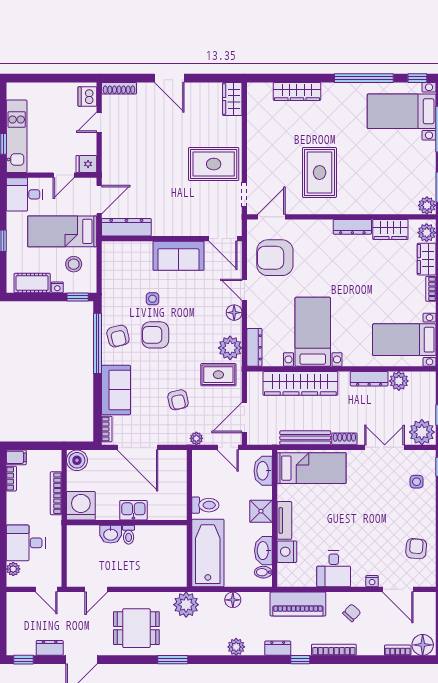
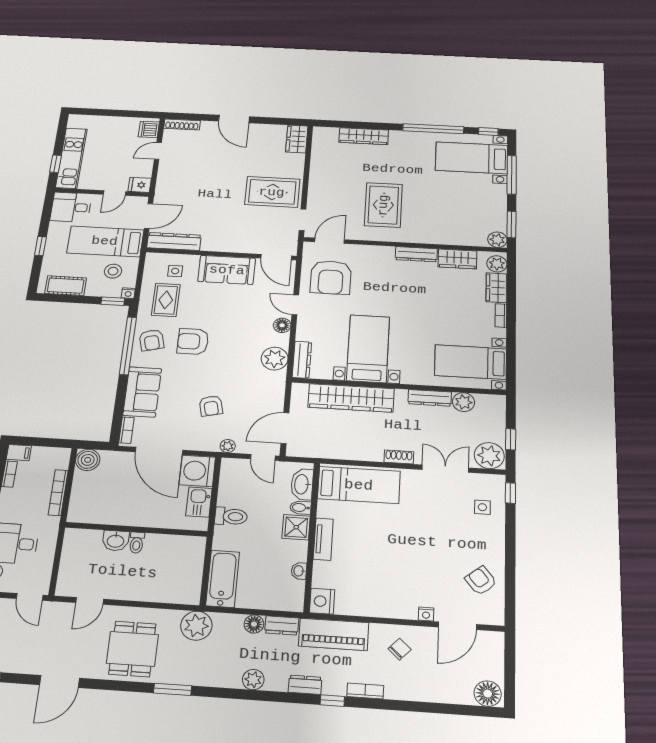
armchair: (275, 258) -> (331, 277), turned -90
nightstand: (57, 287) -> (128, 293), moved
side table: (152, 299) -> (175, 271), moved
rug: (218, 375) -> (166, 300), moved, turned 90
bench: (305, 438) -> (353, 453), removed
washing machine: (81, 506) -> (197, 471), moved, turned -90
kitchen sink: (133, 510) -> (199, 502), moved, turned -90
armchair: (416, 549) -> (481, 581), turned -44
washbasin: (263, 551) -> (299, 571), width x0.52, depth x0.69
nightstand: (287, 552) -> (322, 601), moved
bathtub: (208, 553) -> (223, 579), width x0.73, depth x0.73
desk: (334, 569) -> (380, 597), removed
bidet: (263, 572) -> (300, 508), moved
door: (398, 589) -> (457, 626), hinge flipped
dining table: (136, 628) -> (132, 649), turned 90
dresser: (50, 648) -> (282, 626), moved, turned 180
bookcase: (334, 650) -> (365, 691), width x0.64
bookcase: (398, 650) -> (456, 698), removed

